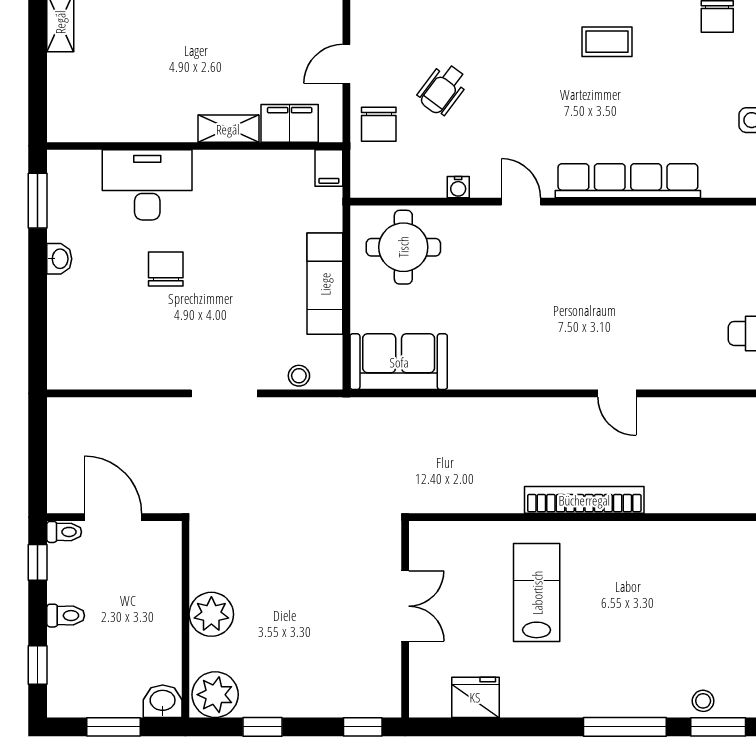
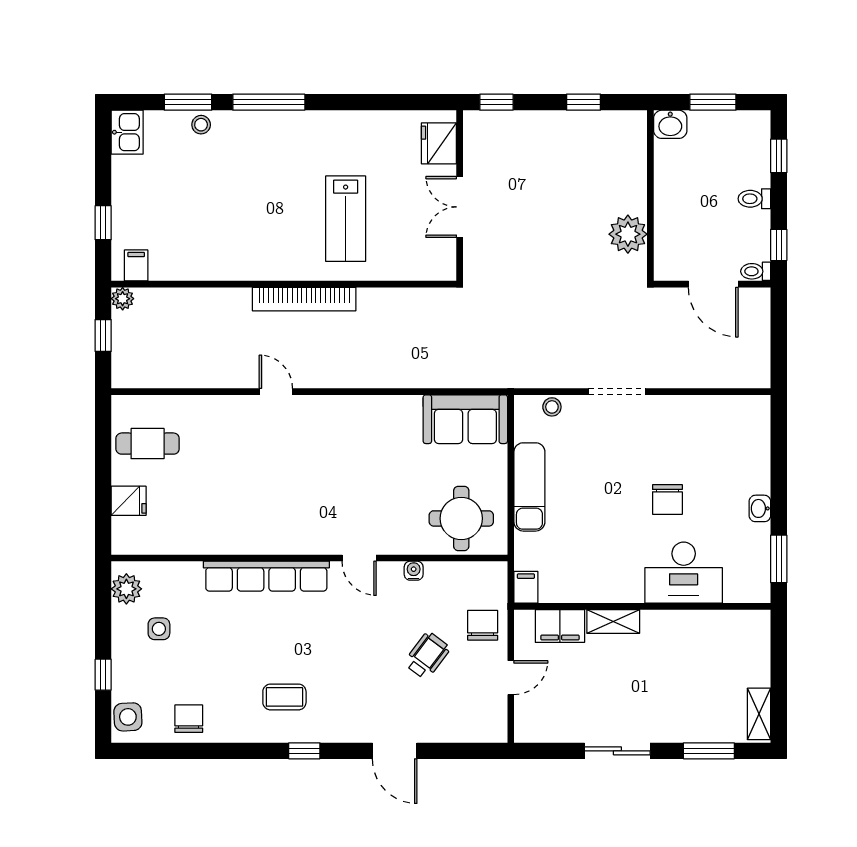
plant: (211, 614) -> (628, 234), moved
plant: (215, 695) -> (625, 130), removed
fridge: (475, 697) -> (439, 143), moved, turned 90

